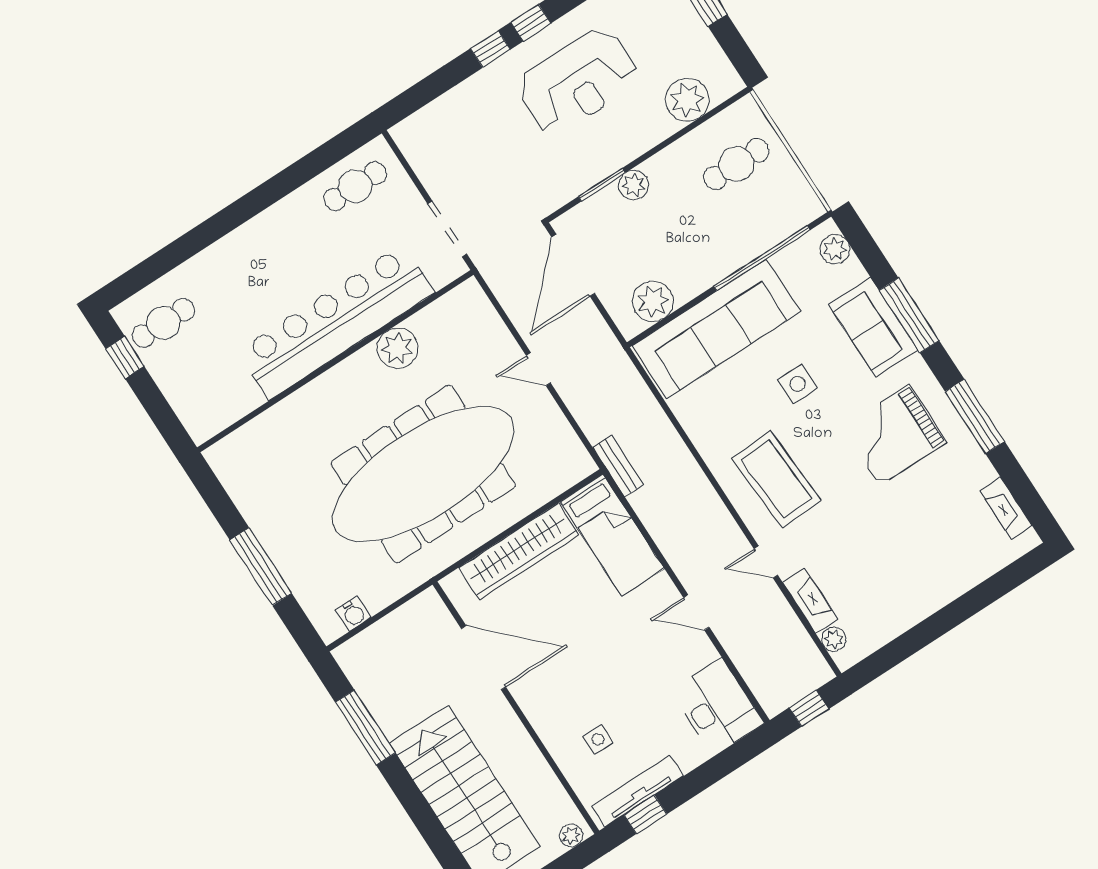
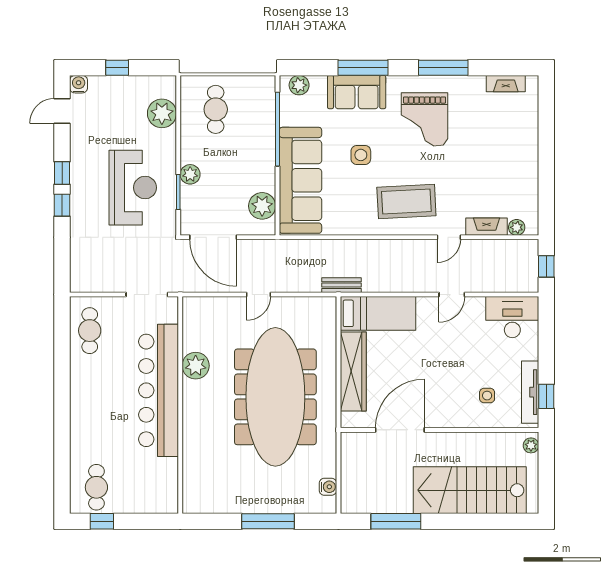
reception desk: (578, 81) -> (133, 188), moved

